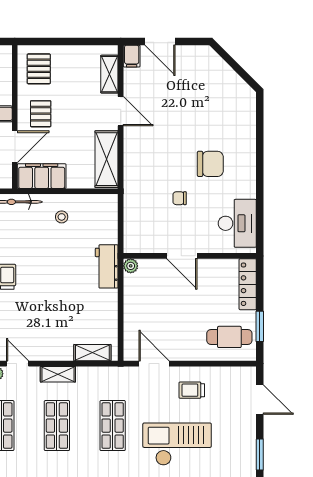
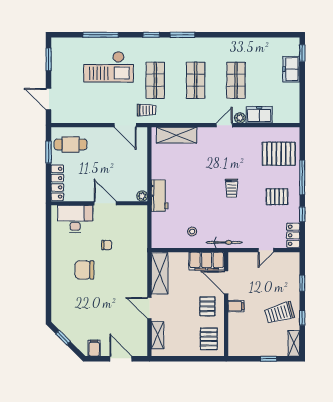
filing cabinet: (132, 56) -> (94, 348), moved
window: (240, 70) -> (63, 338), added
door: (15, 147) -> (226, 282), hinge flipped
desk: (237, 223) -> (75, 219), moved, turned 90
shelving: (92, 353) -> (177, 135), width x1.50, depth x1.33
door: (17, 364) -> (224, 125), swing flipped
shelving: (58, 374) -> (195, 118), removed
trolley: (192, 390) -> (147, 110), moved

